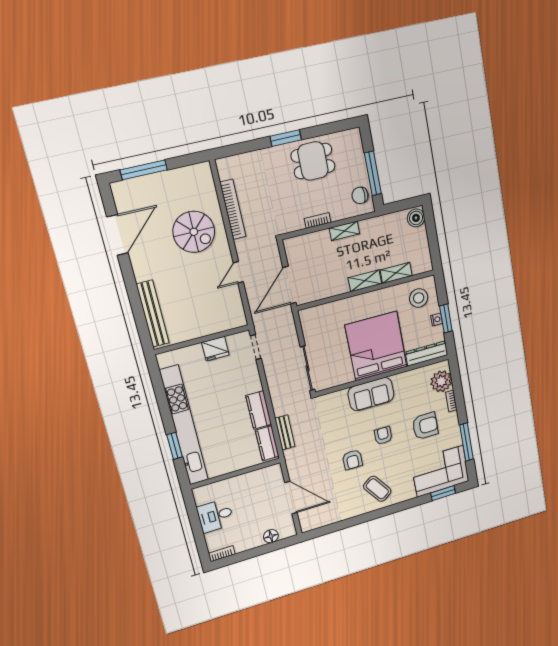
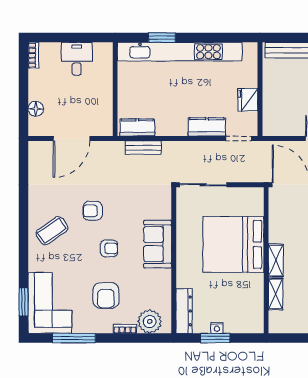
stool: (419, 298) -> (244, 313), removed
bed: (376, 346) -> (233, 244), moved, turned 180
kitchen counter: (259, 410) -> (207, 127), moved

